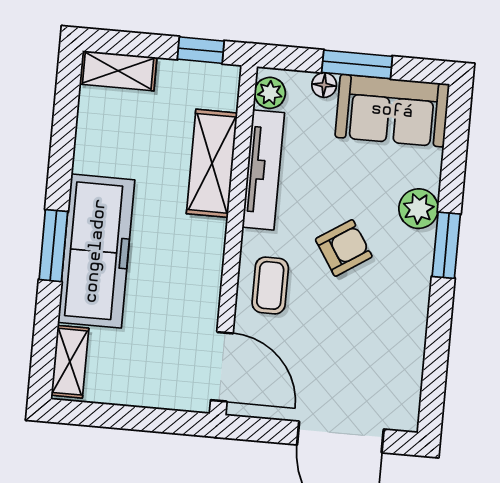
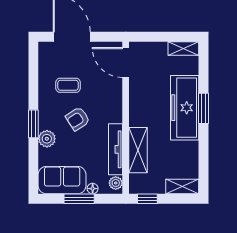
coffee table: (270, 285) -> (68, 85), moved, turned 90
shelving: (70, 362) -> (183, 49), moved, turned 90

